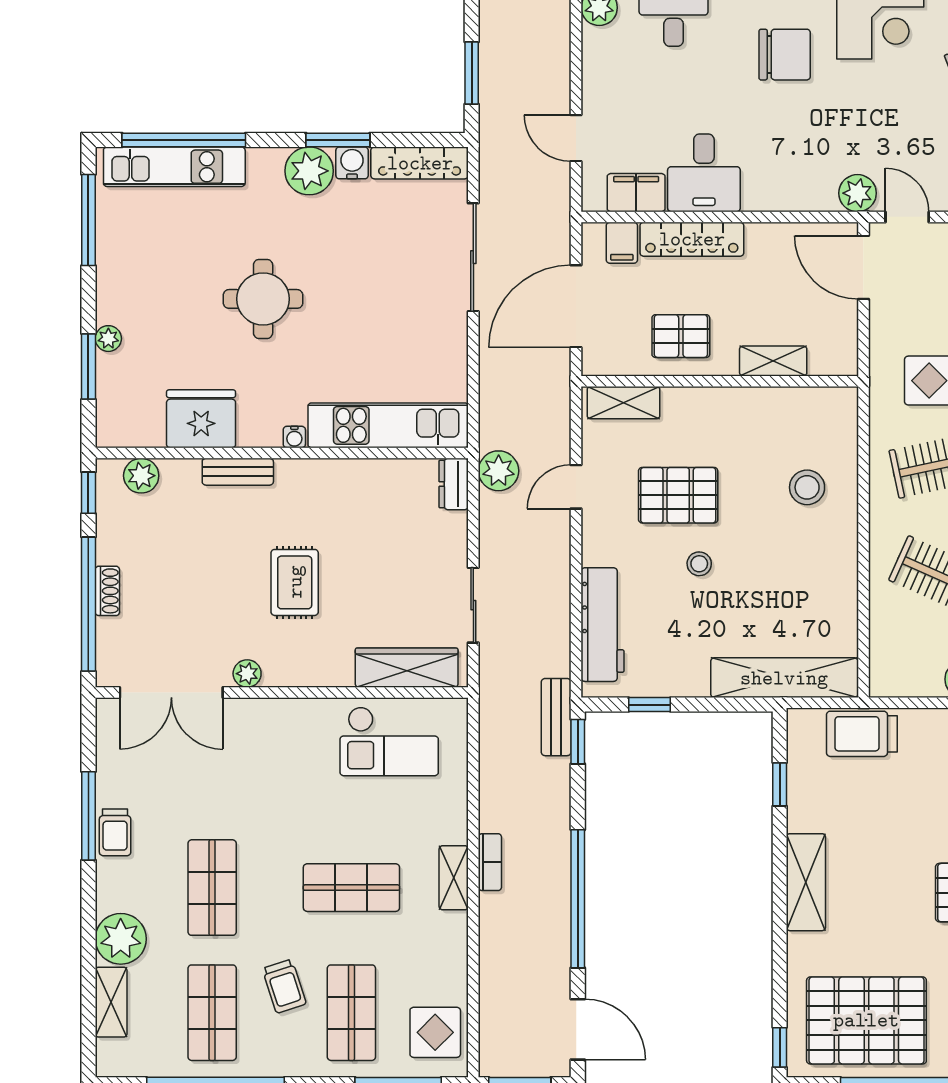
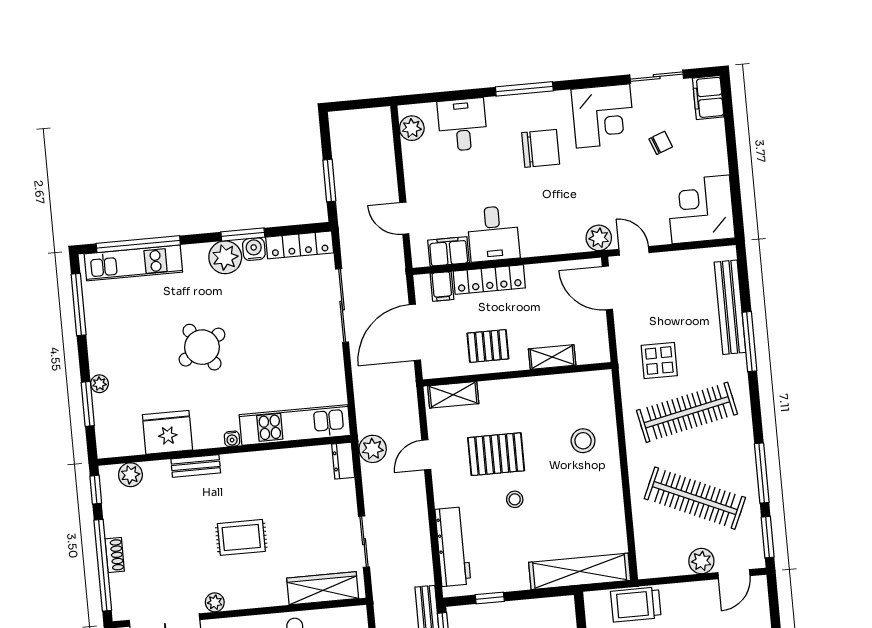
round table: (263, 299) -> (202, 347), turned -32
rug: (295, 582) -> (241, 537), turned 90

